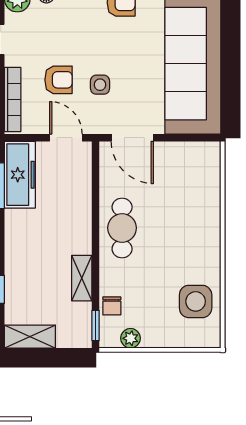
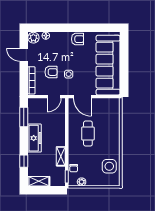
door: (66, 138) -> (54, 97), swing flipped
freezer: (20, 175) -> (35, 138), moved
cafe table: (122, 228) -> (88, 134), moved

